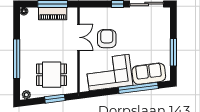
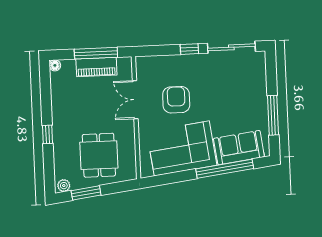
double door: (78, 37) -> (135, 100), swing flipped
window: (17, 59) -> (47, 134), width x0.32
dining table: (52, 75) -> (99, 155), turned 90
window: (55, 99) -> (86, 193), moved

